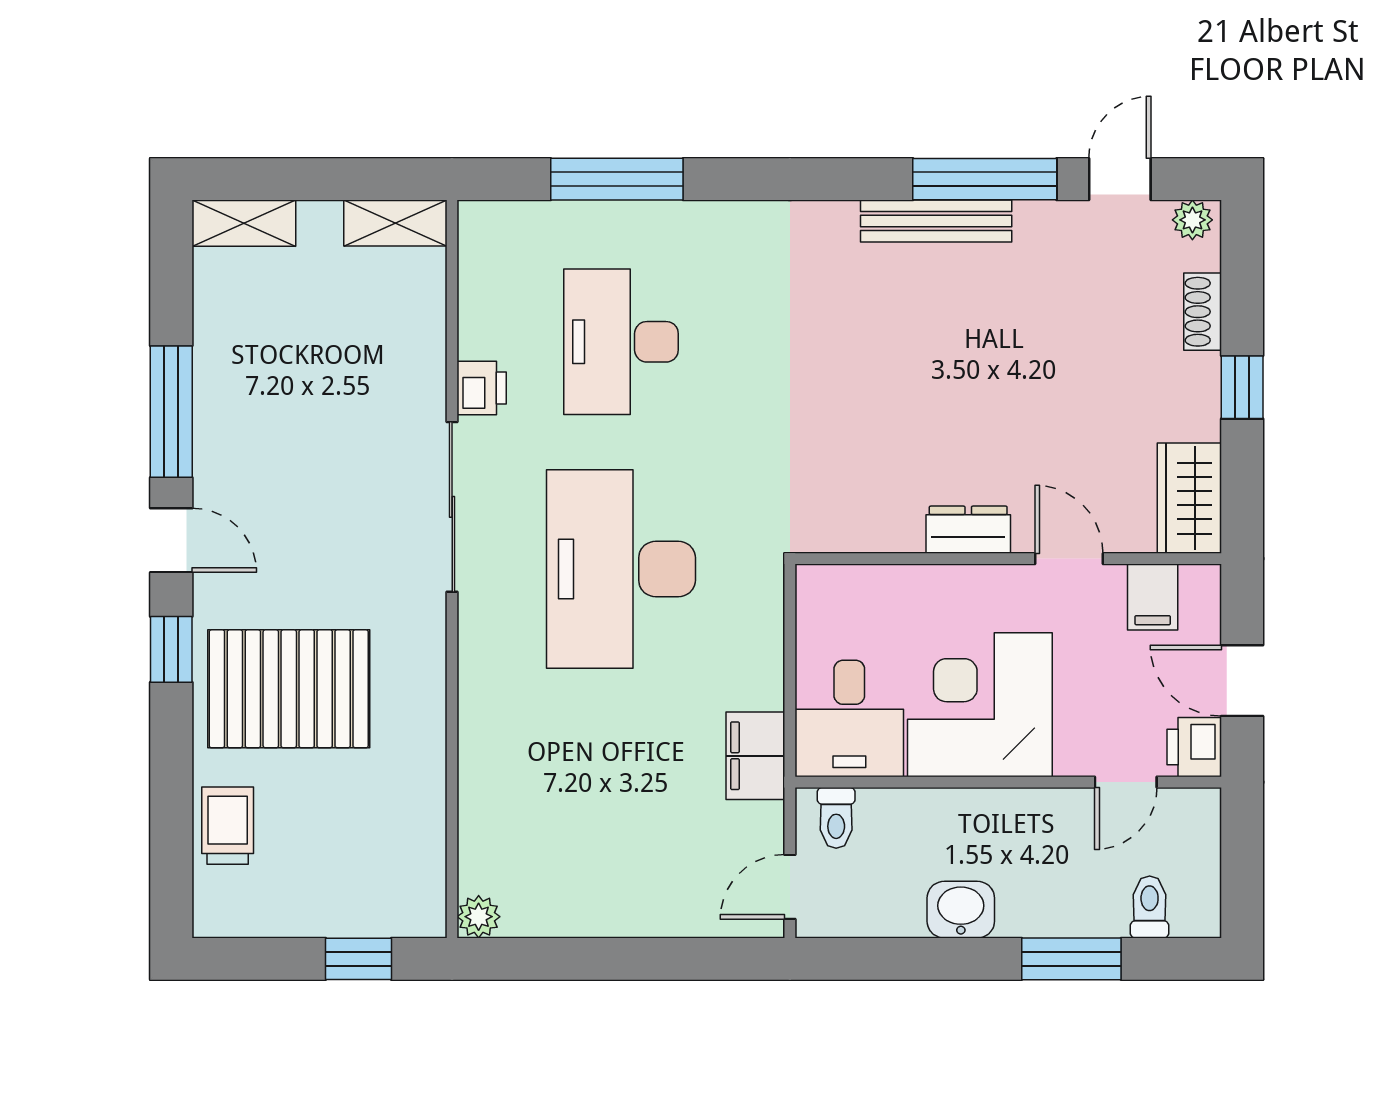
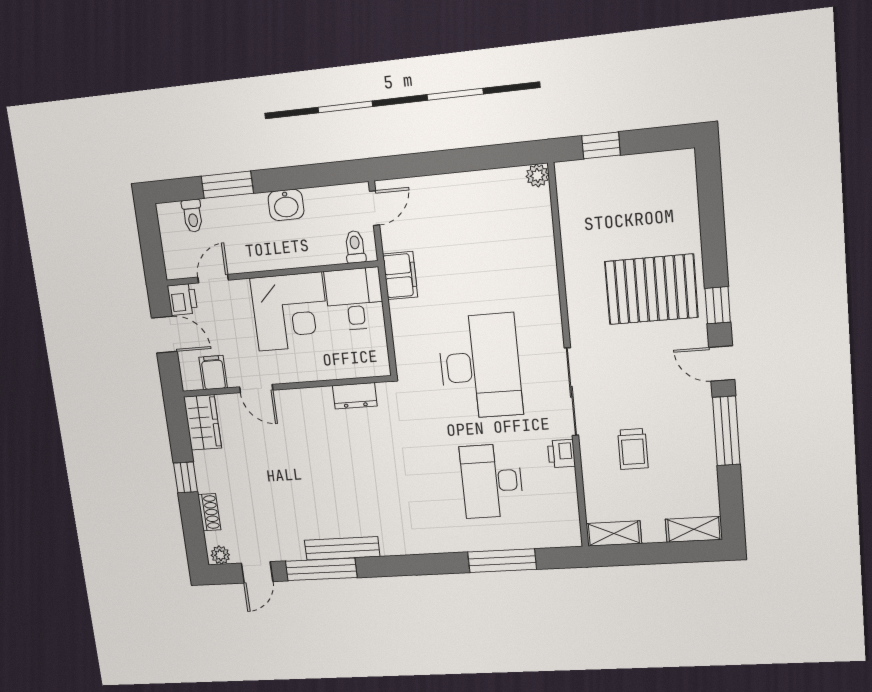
desk: (621, 342) -> (492, 481), turned 180
dresser: (968, 530) -> (355, 396), moved
trolley: (228, 826) -> (633, 449), moved

